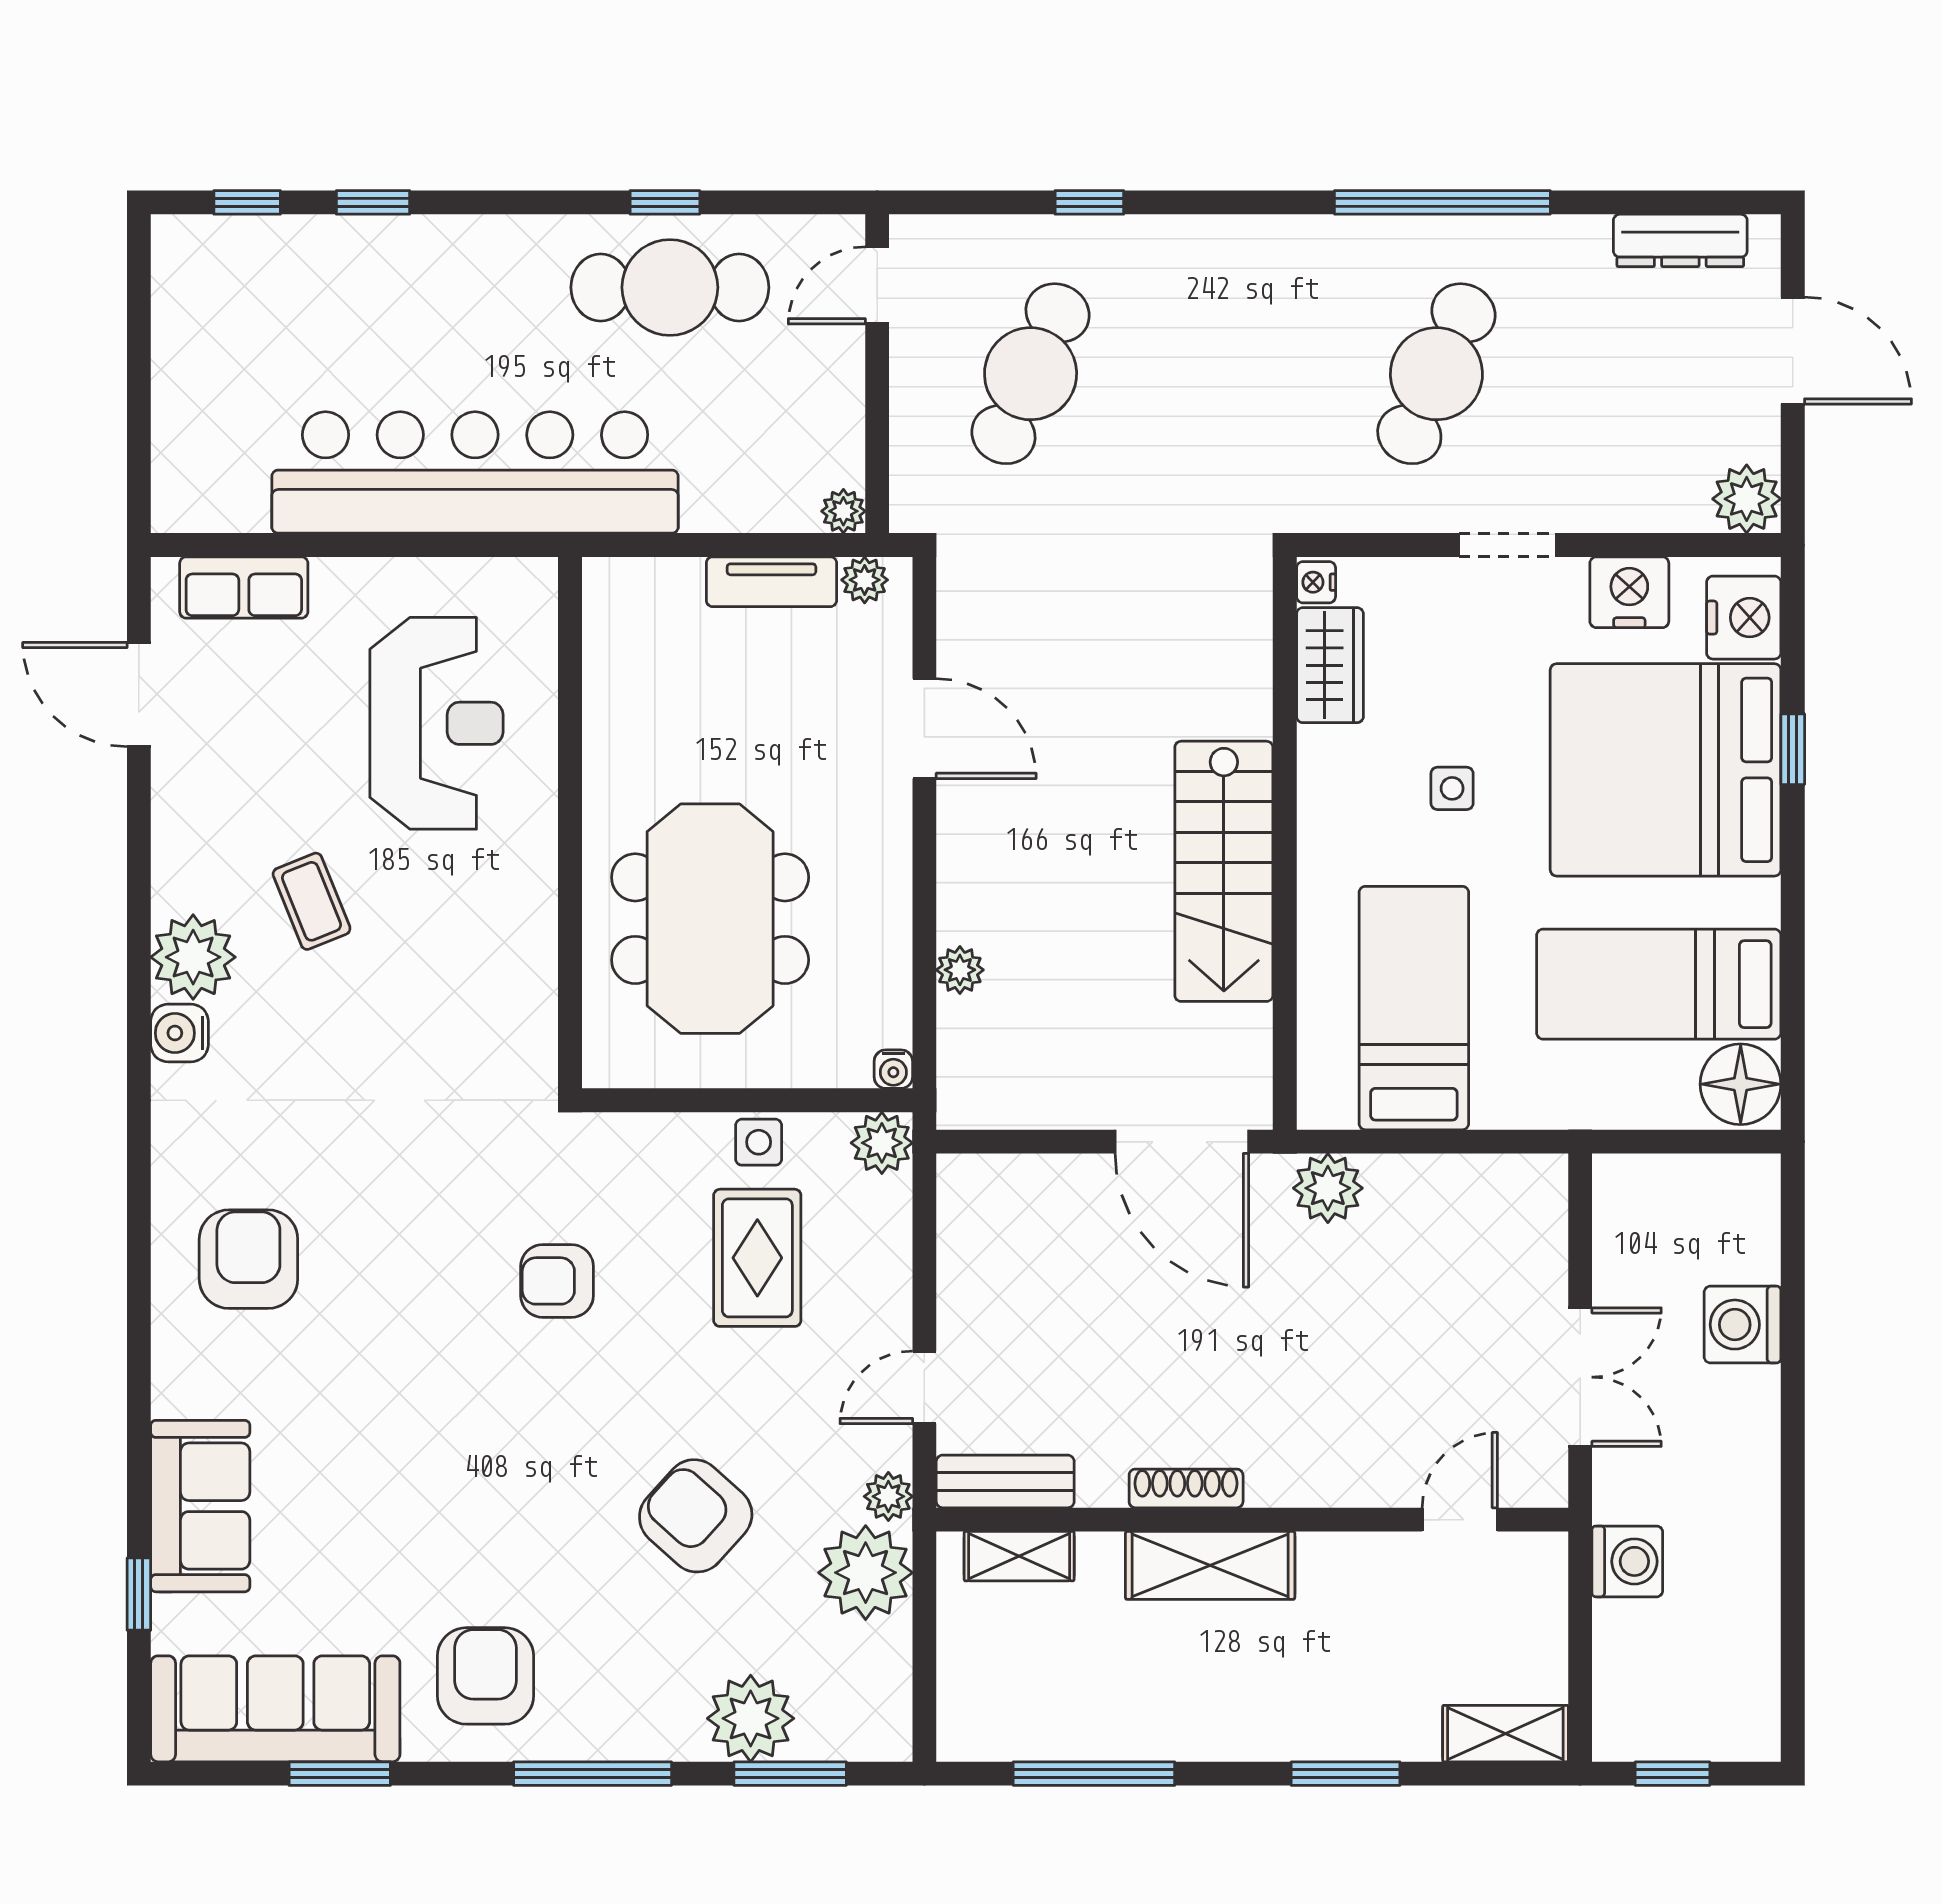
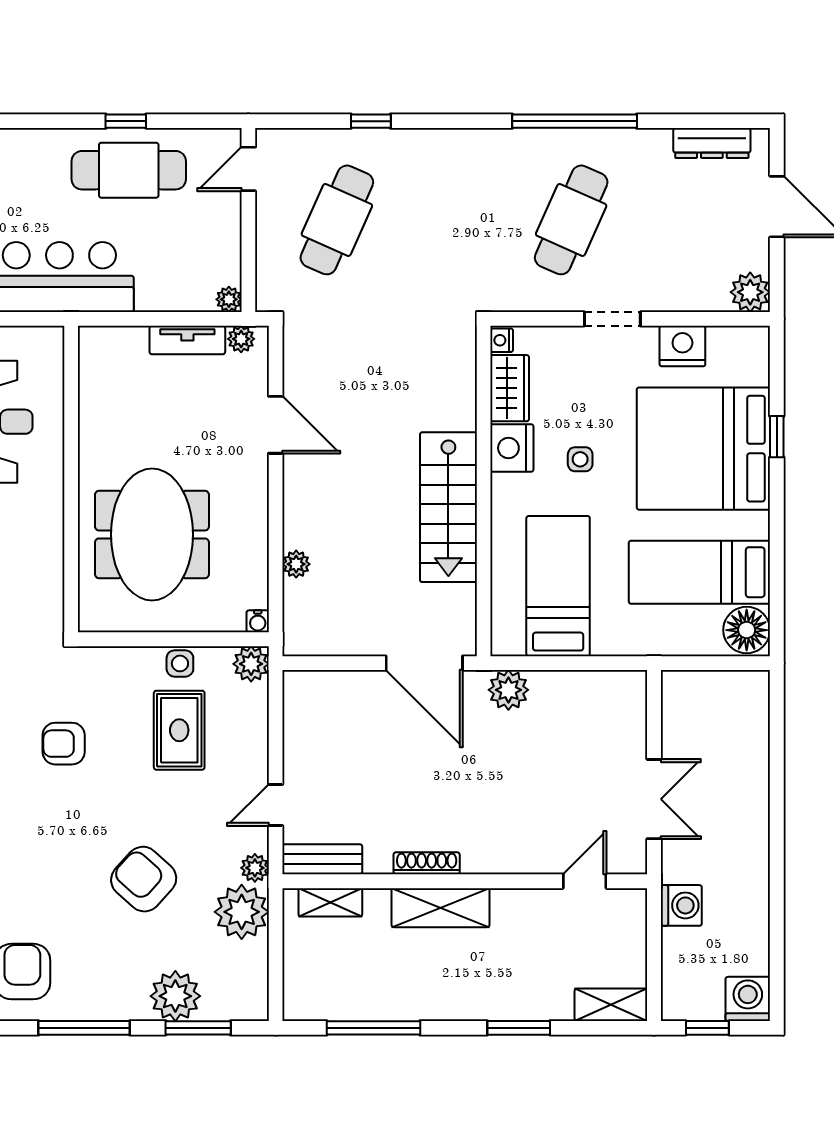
nightstand: (1744, 618) -> (512, 448), moved, turned 180
washing machine: (1742, 1325) -> (748, 999), moved, turned 90

